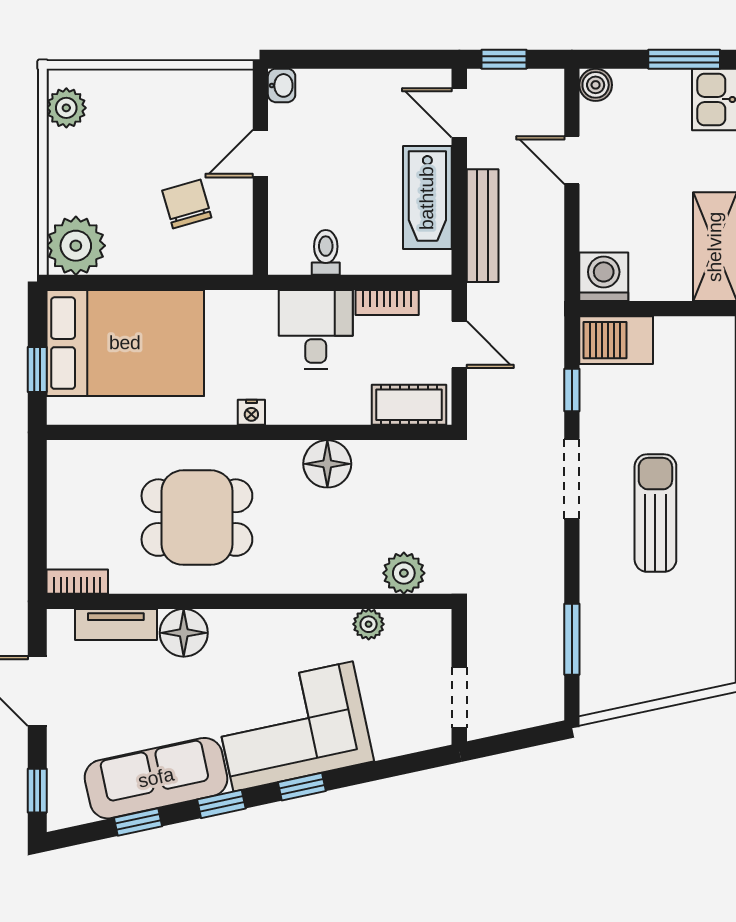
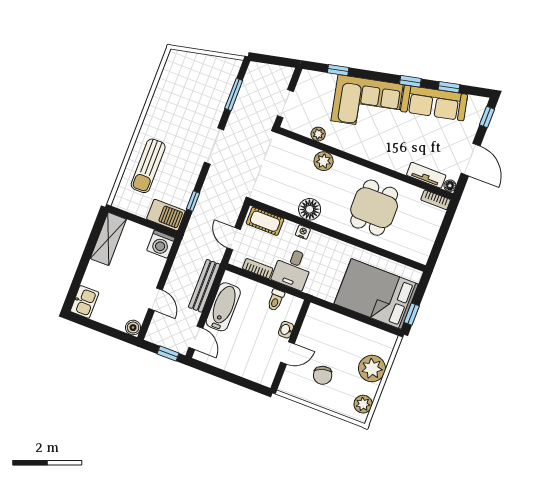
window: (684, 59) -> (91, 324), removed
washbasin: (282, 85) -> (286, 330), moved
chair: (187, 204) -> (323, 375), moved
plant: (76, 246) -> (372, 368), moved
window: (37, 370) -> (412, 314), moved
nightstand: (251, 412) -> (303, 232), moved
doorway: (572, 479) -> (214, 146), moved
sun lounger: (655, 513) -> (148, 166), moved
dining table: (197, 518) -> (374, 208), turned 90
plant: (404, 573) -> (324, 161), moved
floor lamp: (184, 633) -> (450, 186), moved, width x0.53, depth x0.53
doorway: (459, 698) -> (285, 104), moved
window: (302, 787) -> (338, 70), moved

